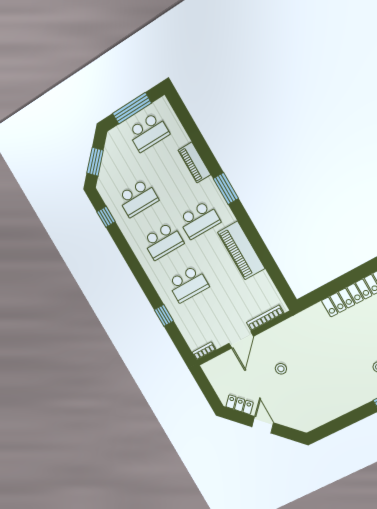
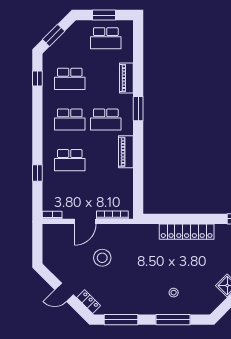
window: (132, 108) -> (104, 15), width x0.69
piano: (241, 250) -> (126, 152), width x0.73, depth x0.75
stool: (281, 369) -> (102, 258), width x1.89, depth x1.89
locker: (240, 405) -> (89, 302), moved
window: (338, 424) -> (121, 320), added
door: (263, 425) -> (64, 292), swing flipped

